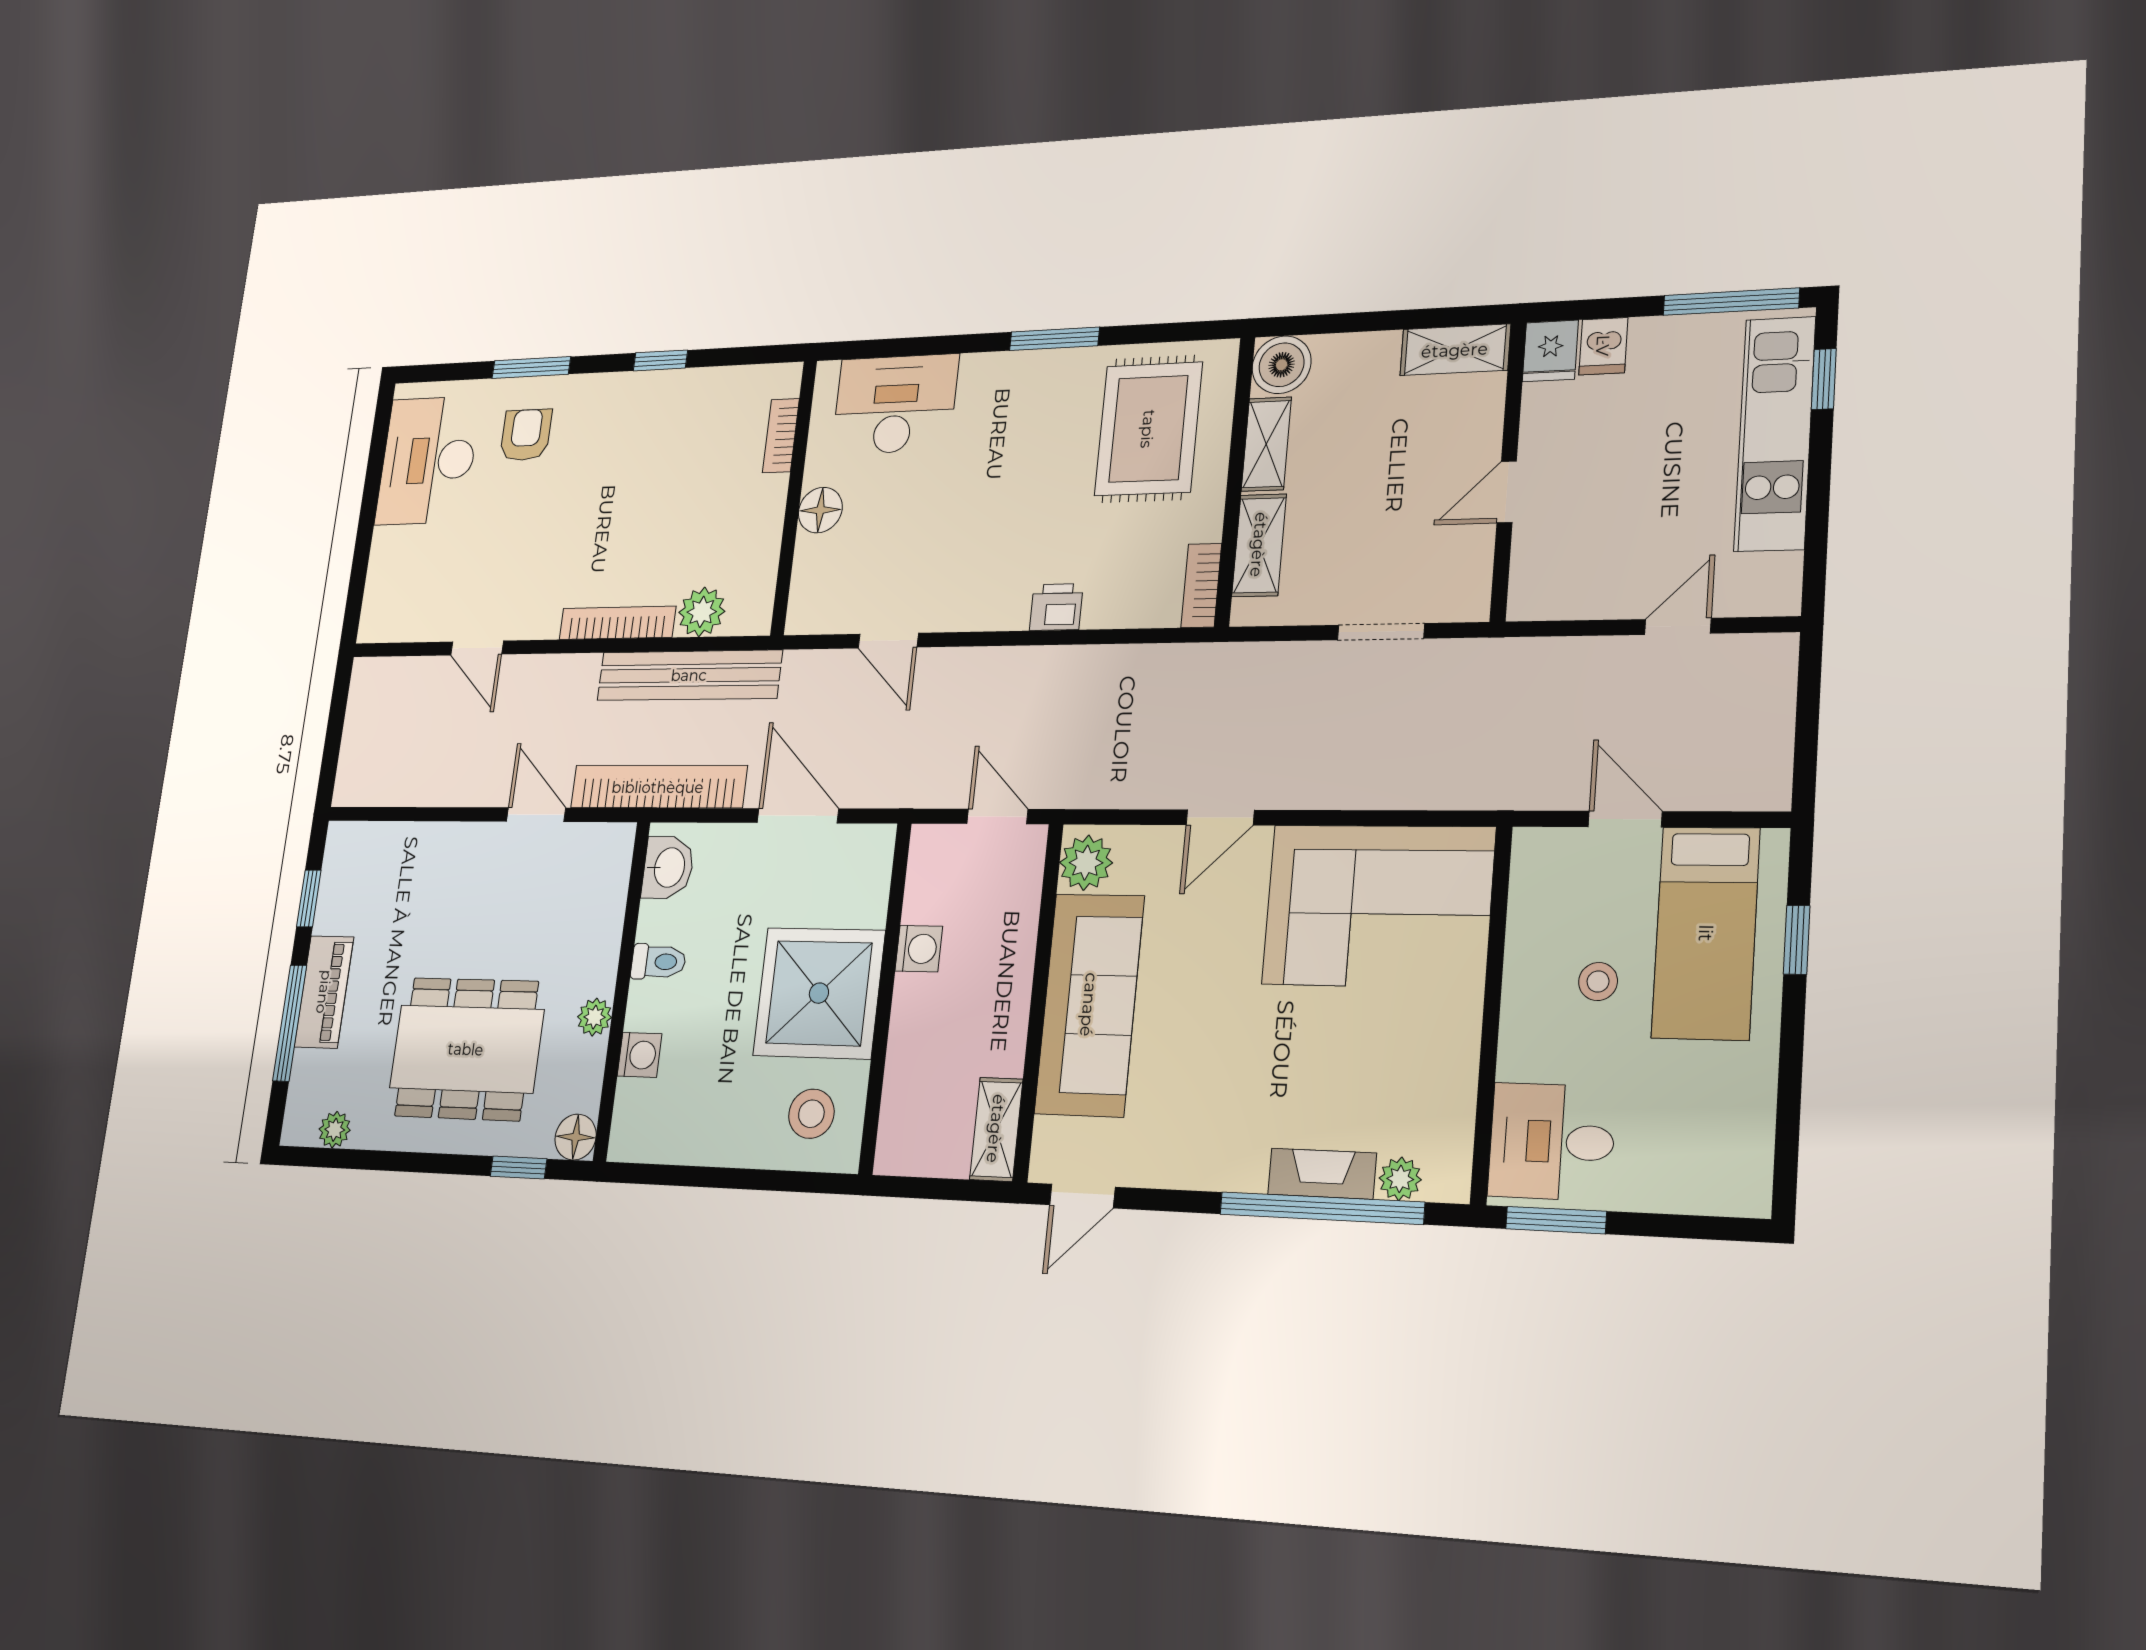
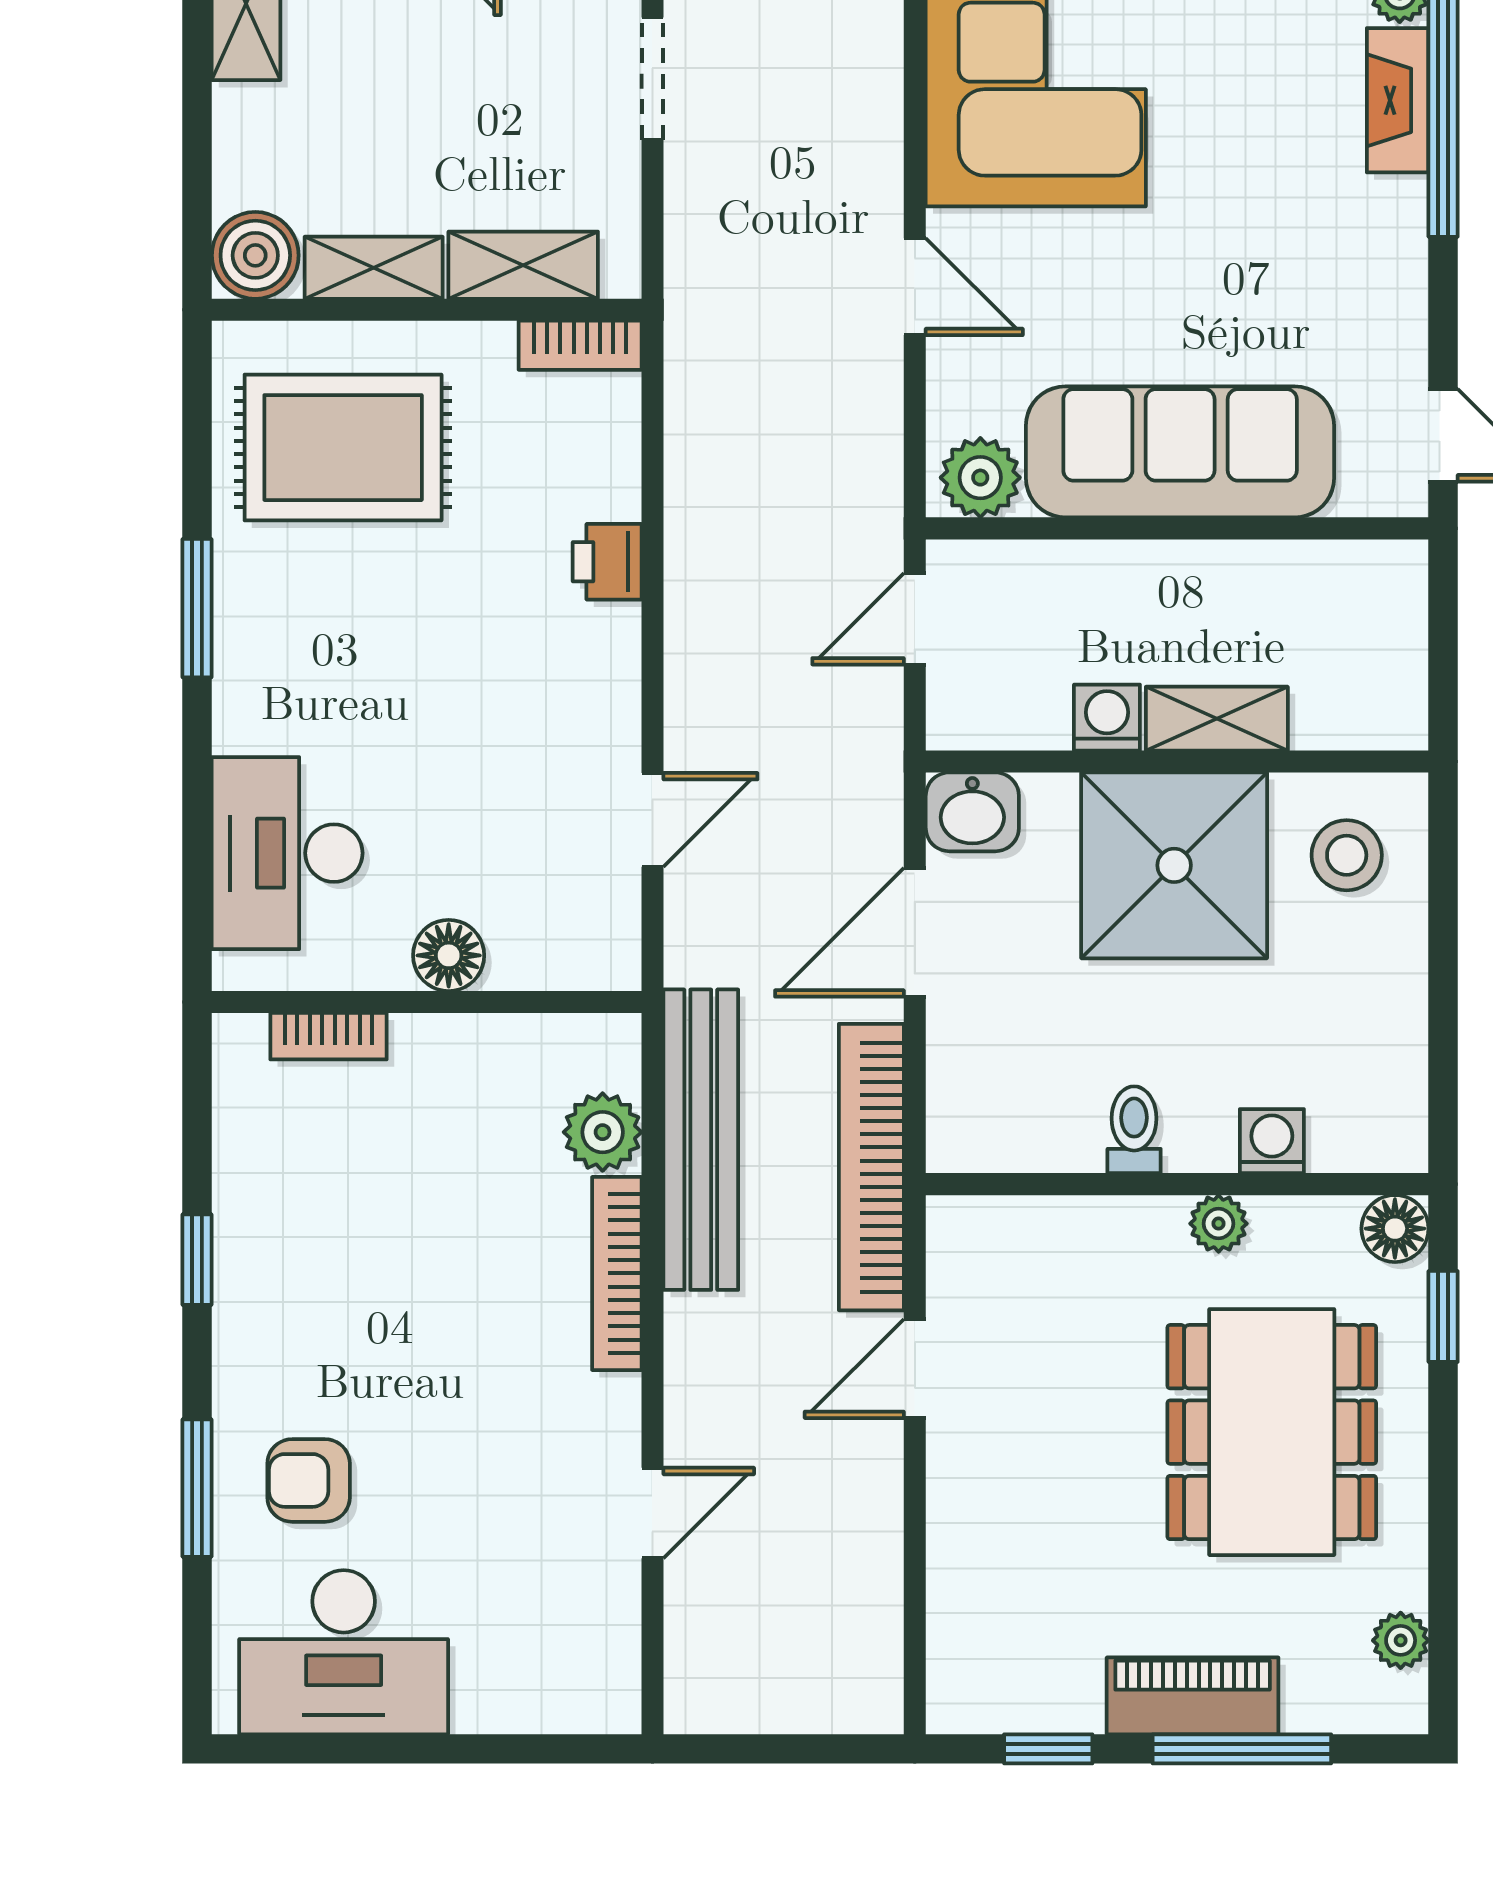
washbasin: (668, 868) -> (972, 812), moved, turned 180
shelving: (996, 1129) -> (1217, 719), moved

